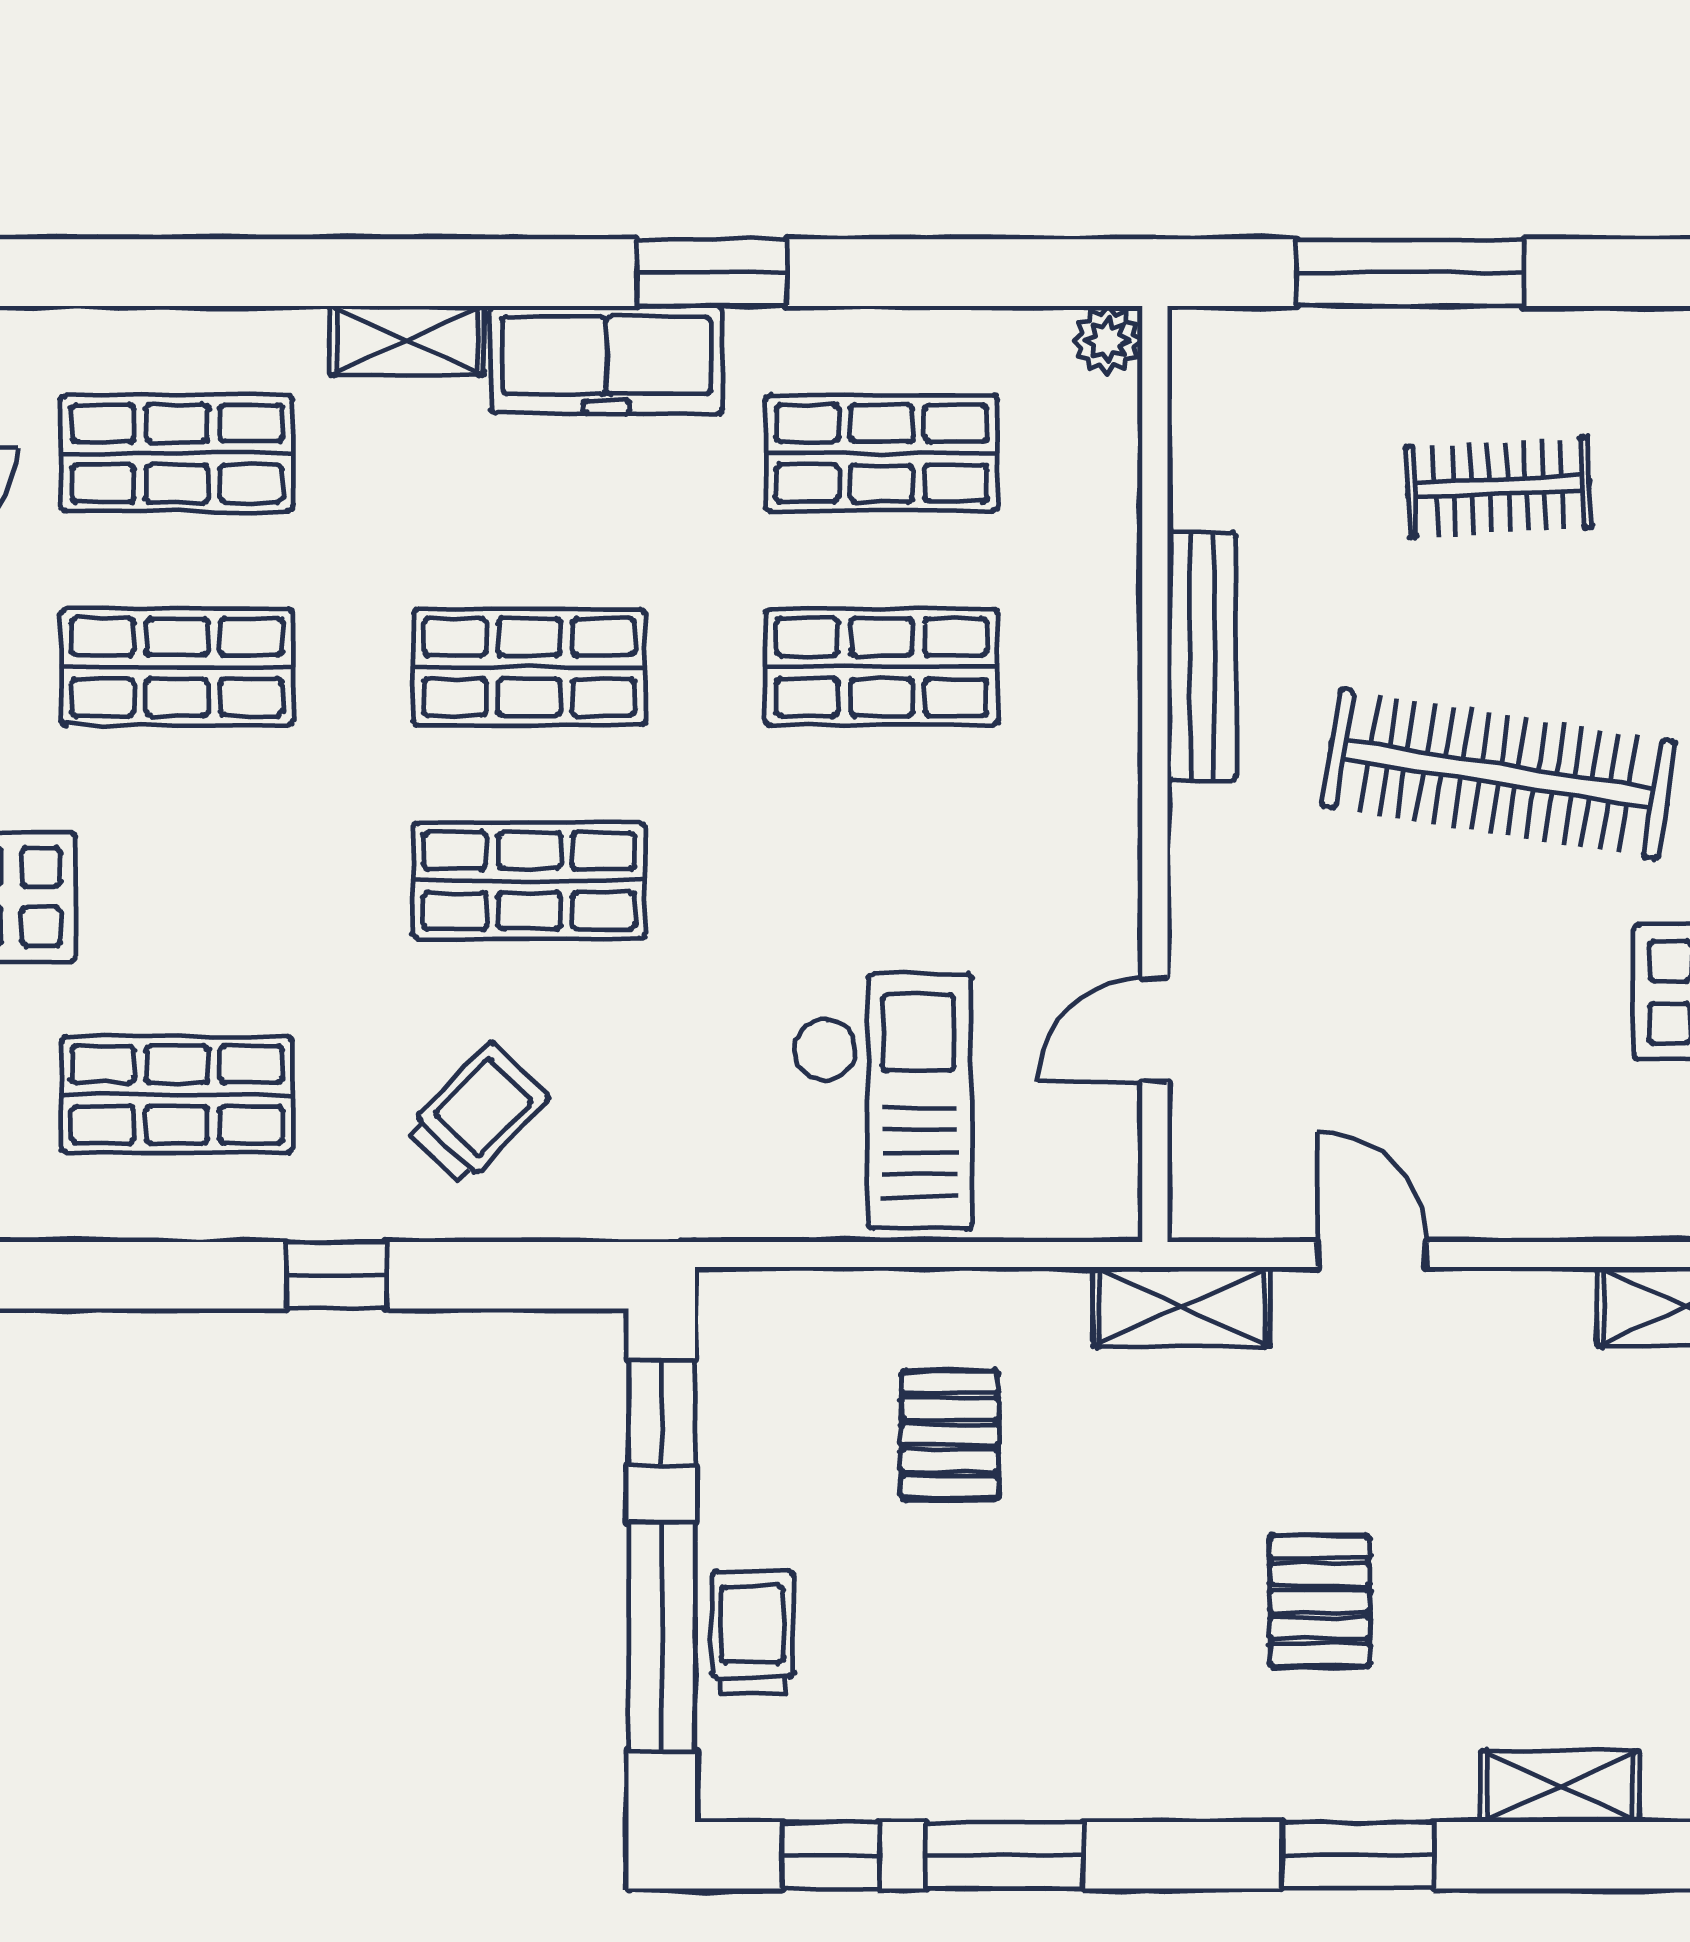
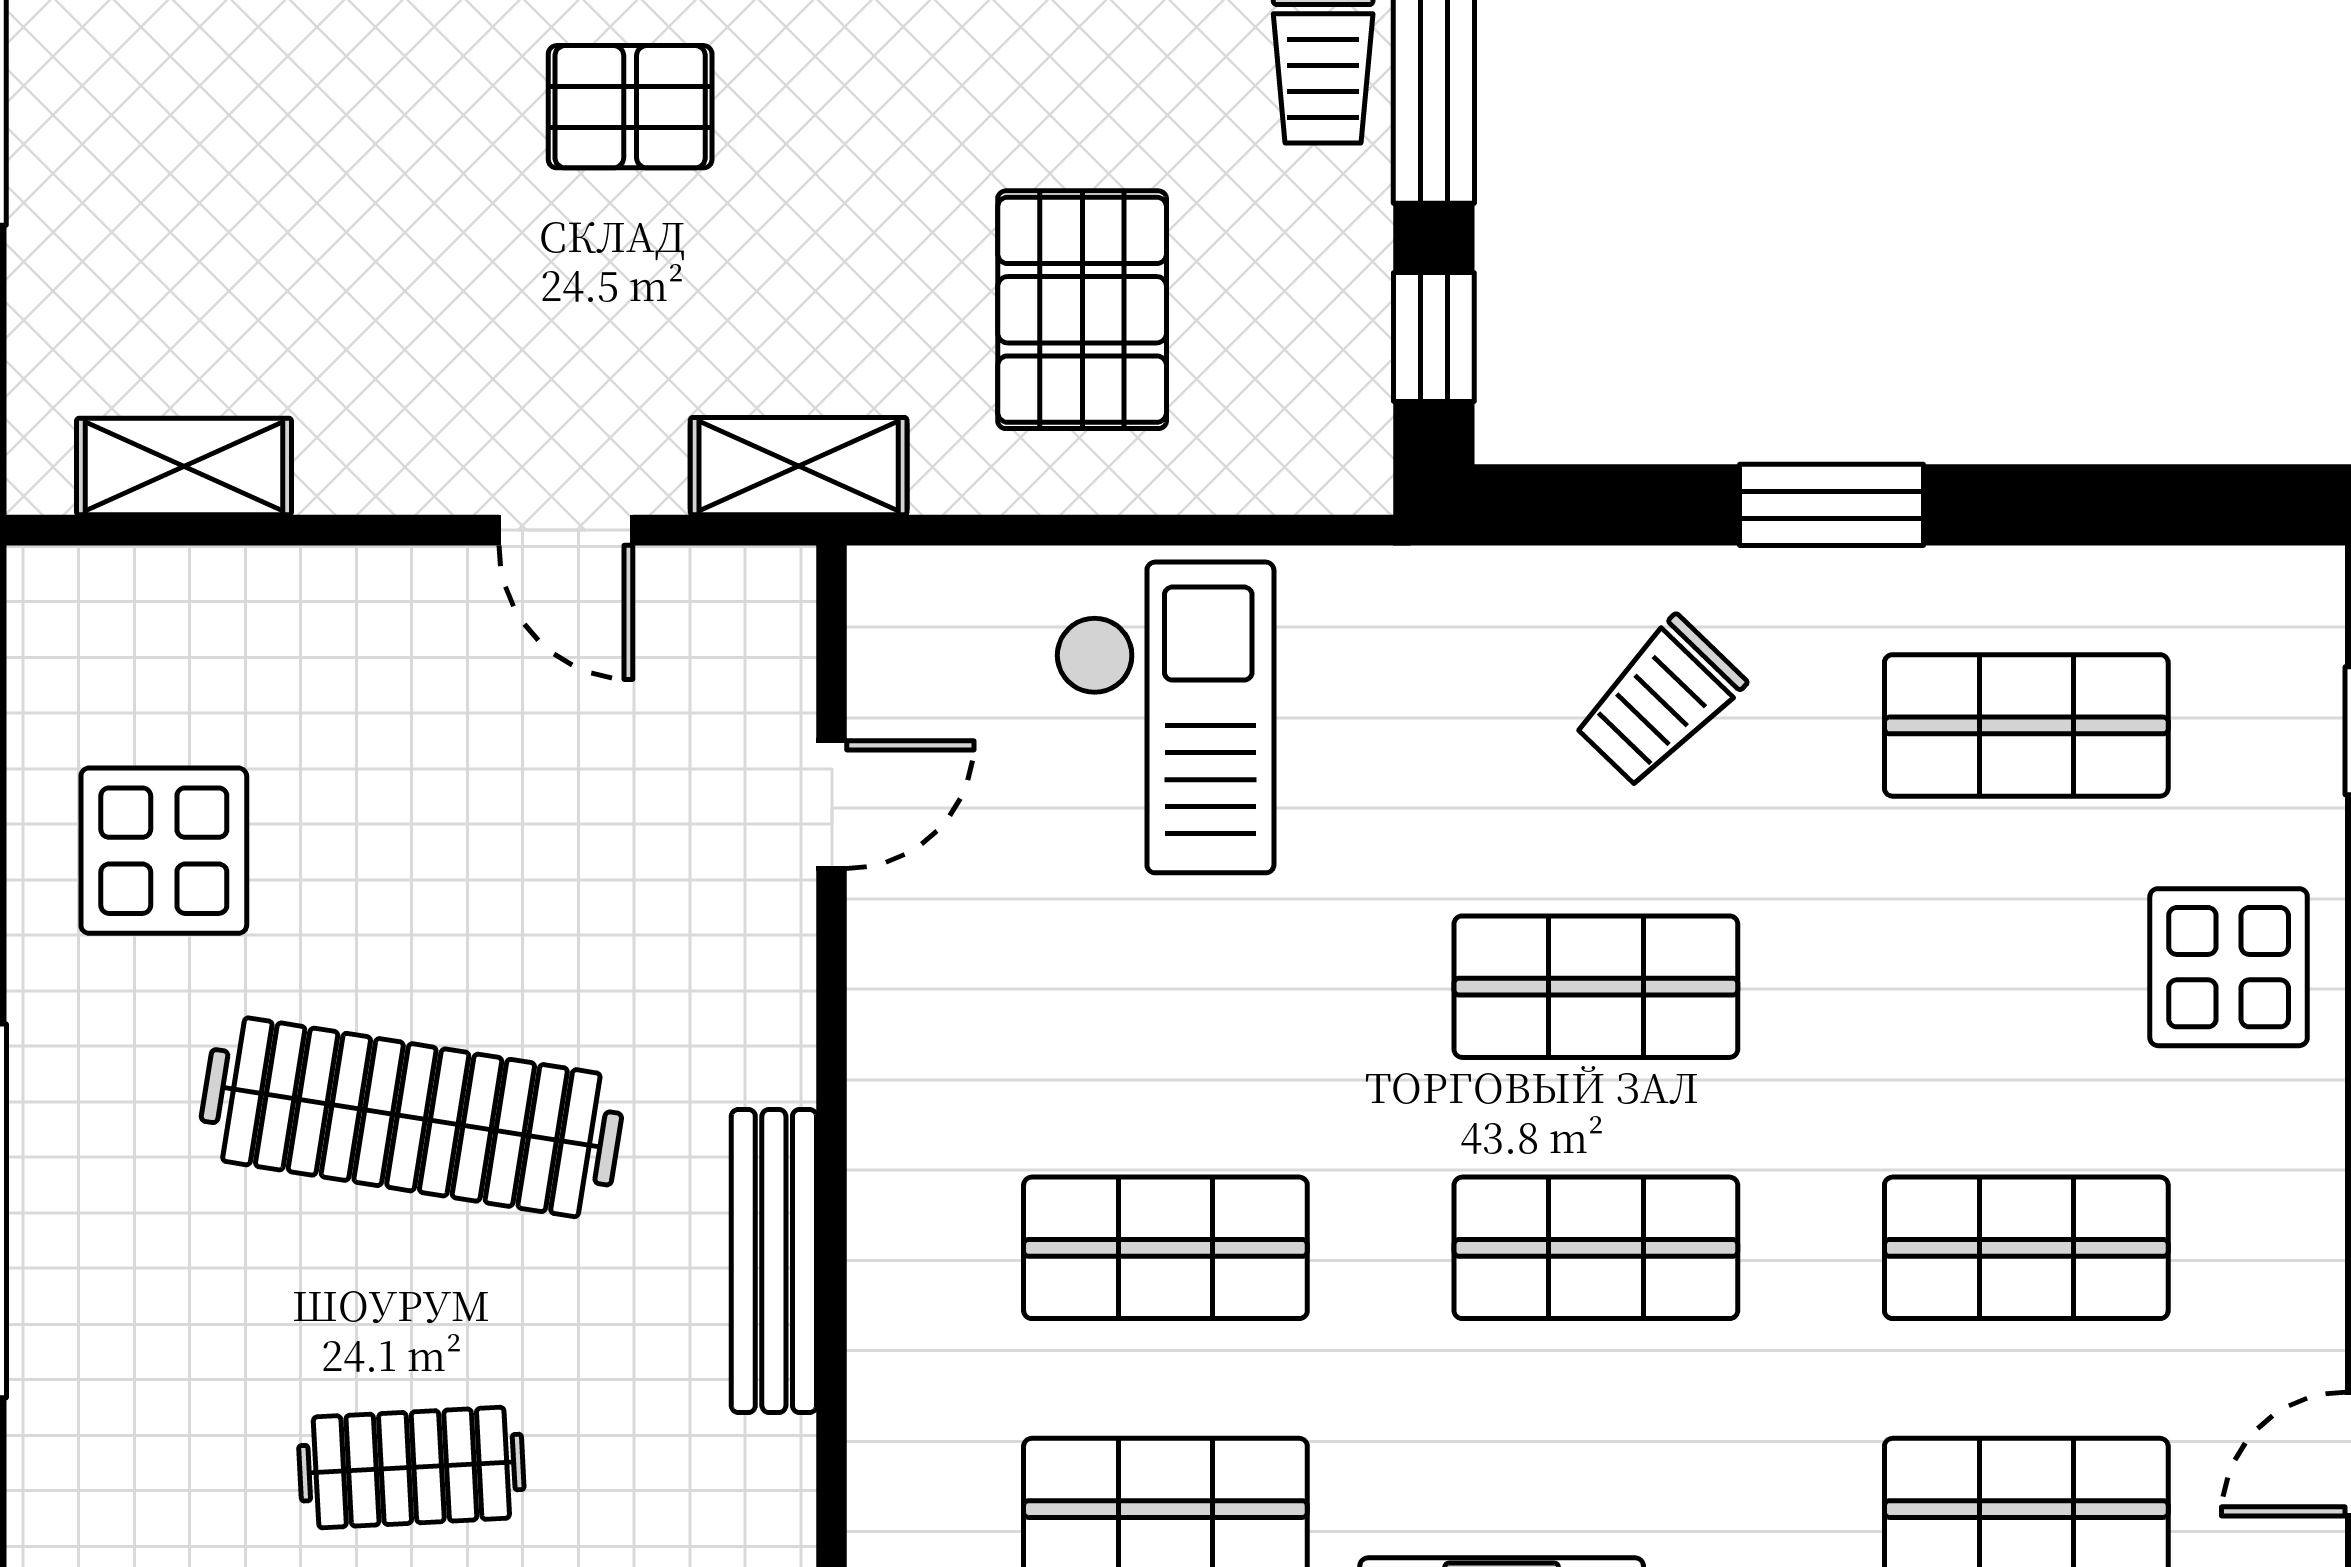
checkout: (882, 1101) -> (1165, 717), turned 180
window: (336, 1275) -> (1832, 505), width x1.50
pallet: (950, 1435) -> (1082, 310), width x1.50, depth x1.42
pallet: (1320, 1601) -> (630, 107), turned 90

